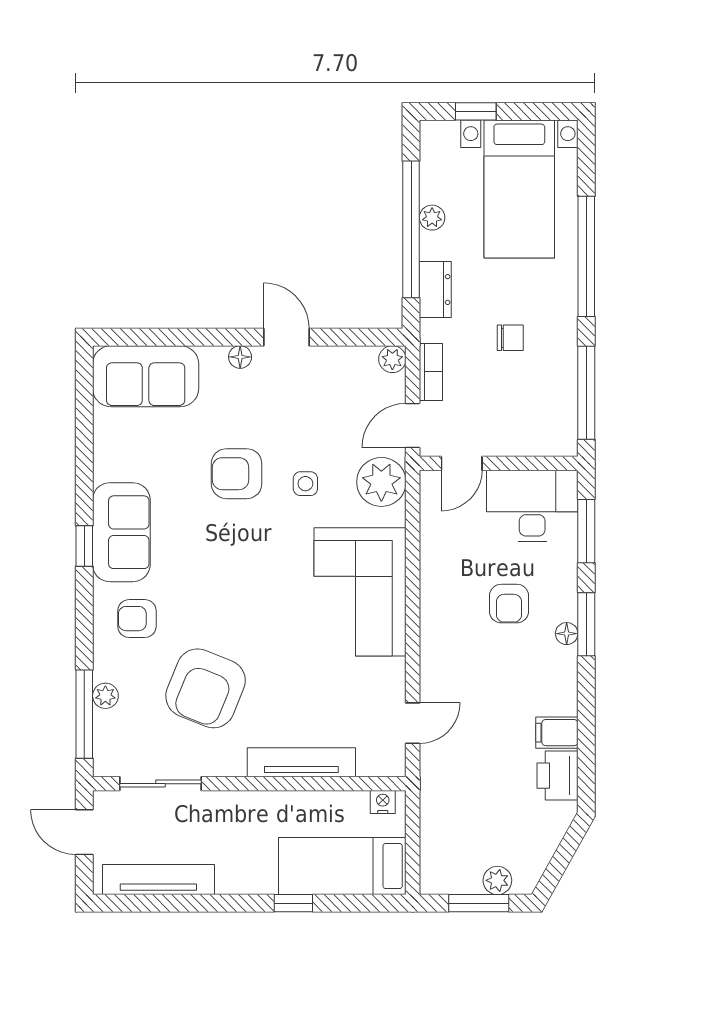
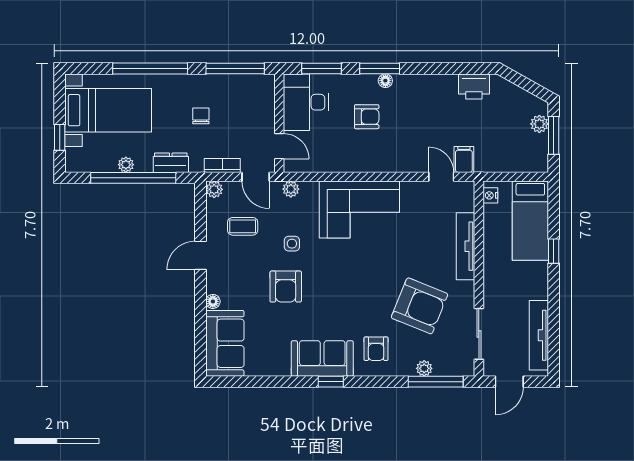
floor lamp: (240, 357) -> (213, 301), moved
coffee table: (333, 405) -> (243, 226), added
plant: (381, 482) -> (291, 189), width x0.53, depth x0.53
filing cabinet: (557, 733) -> (464, 159), moved, turned 180

